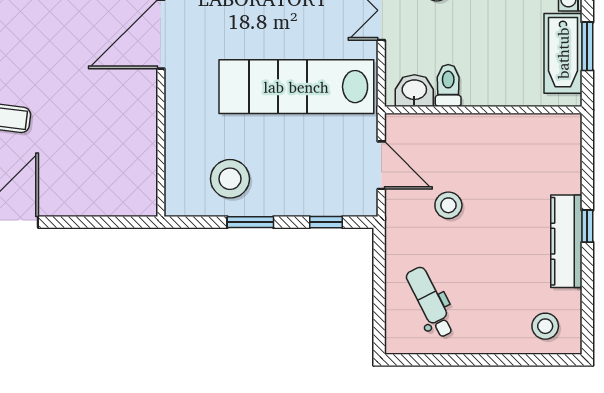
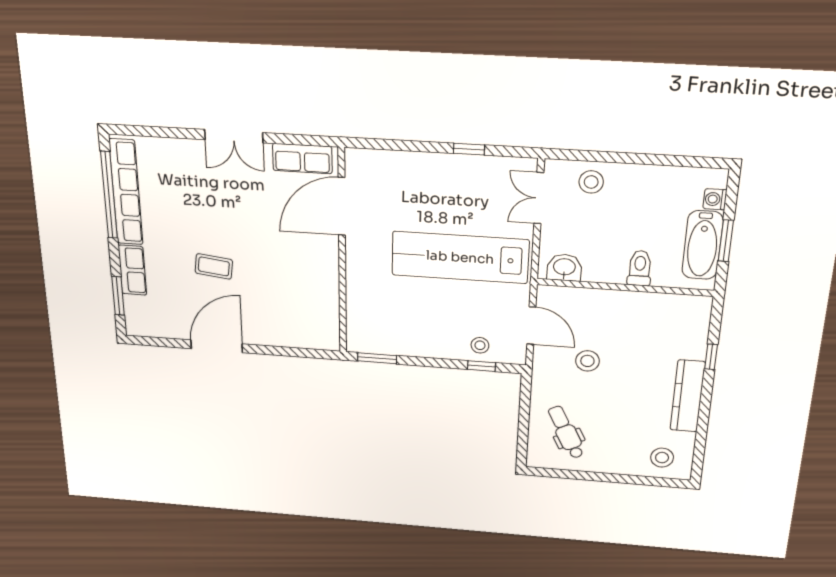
toilet: (448, 85) -> (640, 268), moved
stool: (230, 179) -> (480, 345), moved, width x0.53, depth x0.53
window: (250, 222) -> (377, 358), moved
window: (587, 226) -> (711, 357), moved

